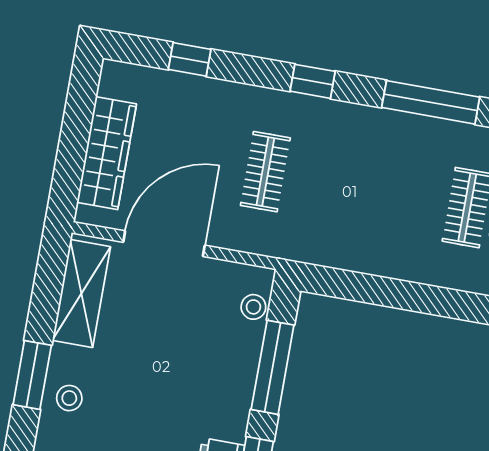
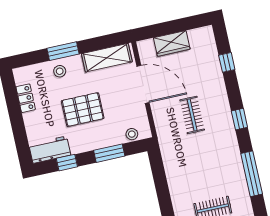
wardrobe: (107, 153) -> (172, 43), width x0.67
clothes rail: (265, 172) -> (192, 115), turned 90
window: (273, 367) -> (109, 153), width x0.69
pallet: (164, 384) -> (83, 110), added

